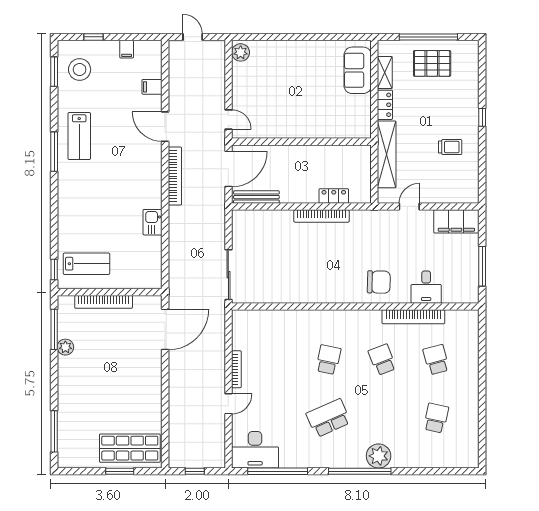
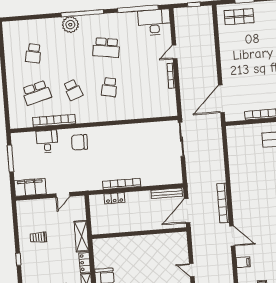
door: (228, 119) -> (192, 270), moved
shelving: (387, 154) -> (81, 236), width x0.68
kitchen sink: (153, 222) -> (236, 171), removed
school desk: (436, 360) -> (37, 93), width x1.85
school desk: (328, 418) -> (106, 48), turned 33
shop shelf: (130, 448) -> (239, 17), width x0.70, depth x0.74

